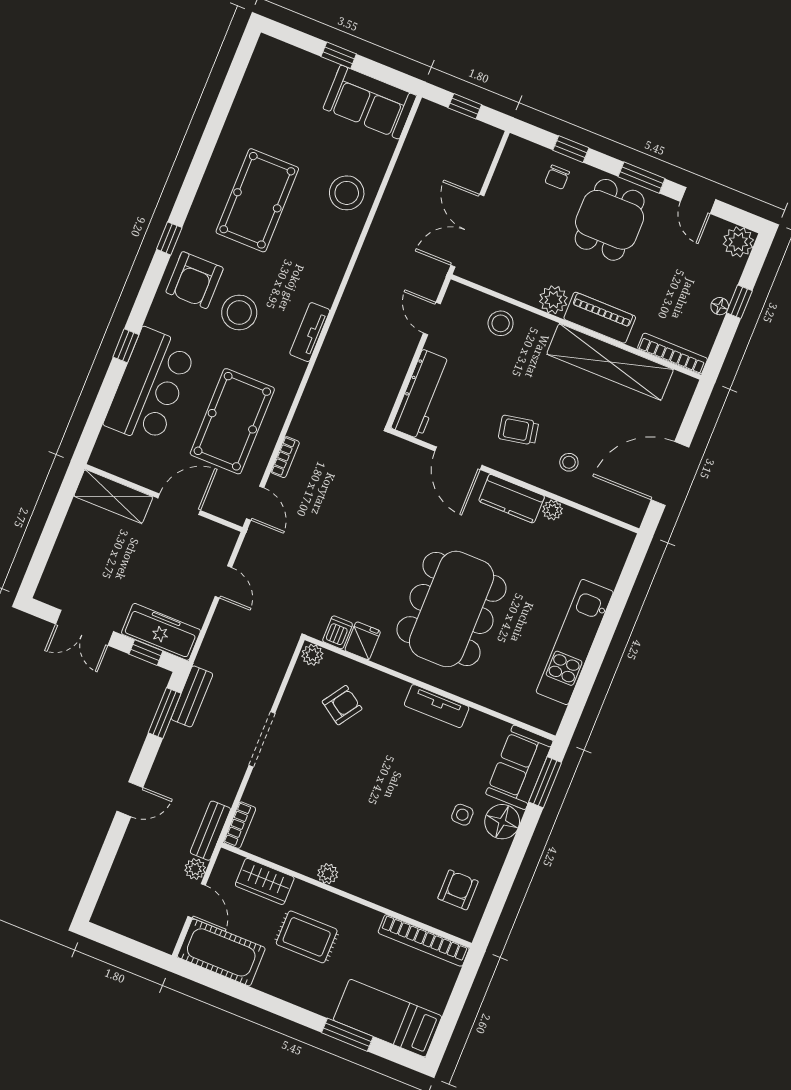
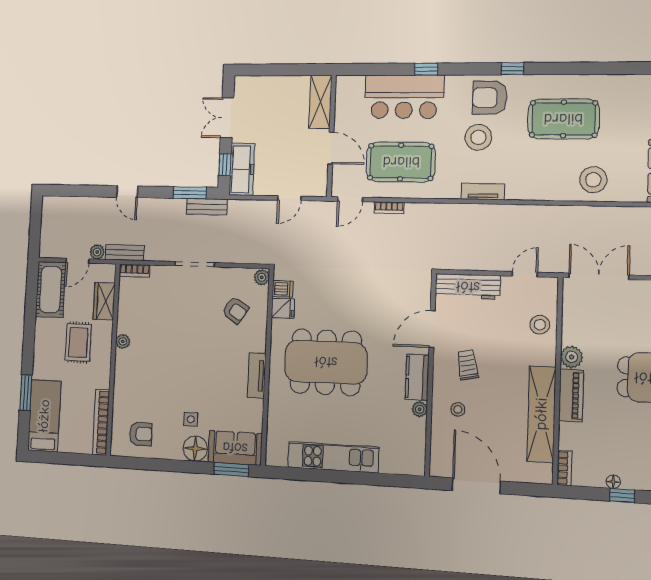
bookcase: (672, 354) -> (564, 468), width x0.64

